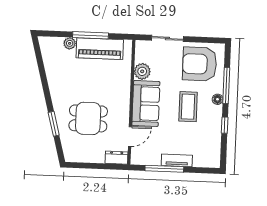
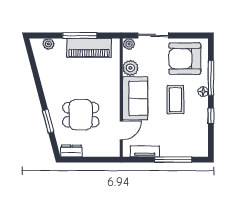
plant: (70, 43) -> (48, 44), moved
plant: (142, 46) -> (129, 44), added
dresser: (116, 158) -> (71, 151), moved
tv unit: (177, 160) -> (145, 151), moved
window: (164, 169) -> (173, 160), moved

